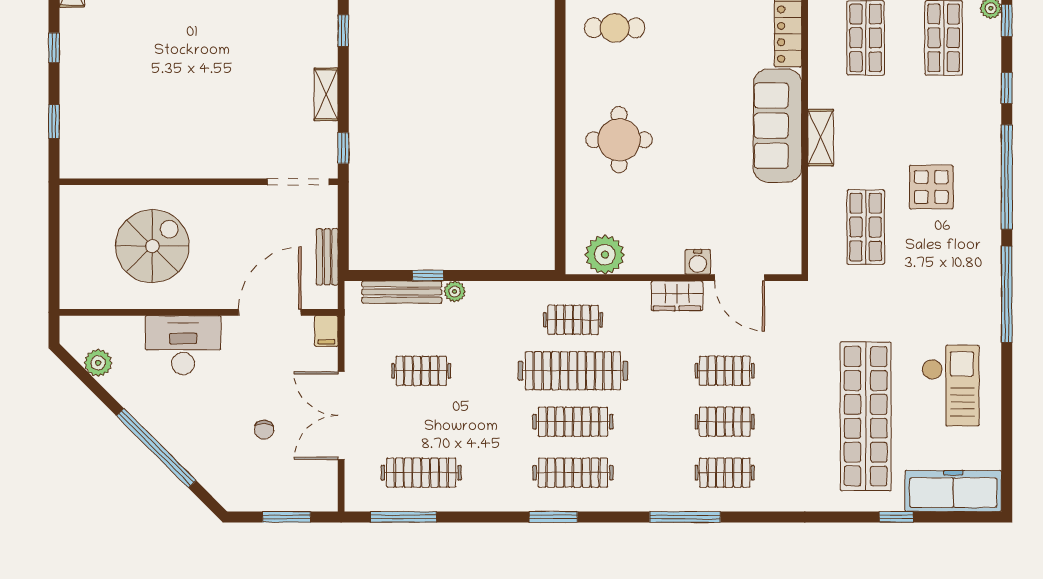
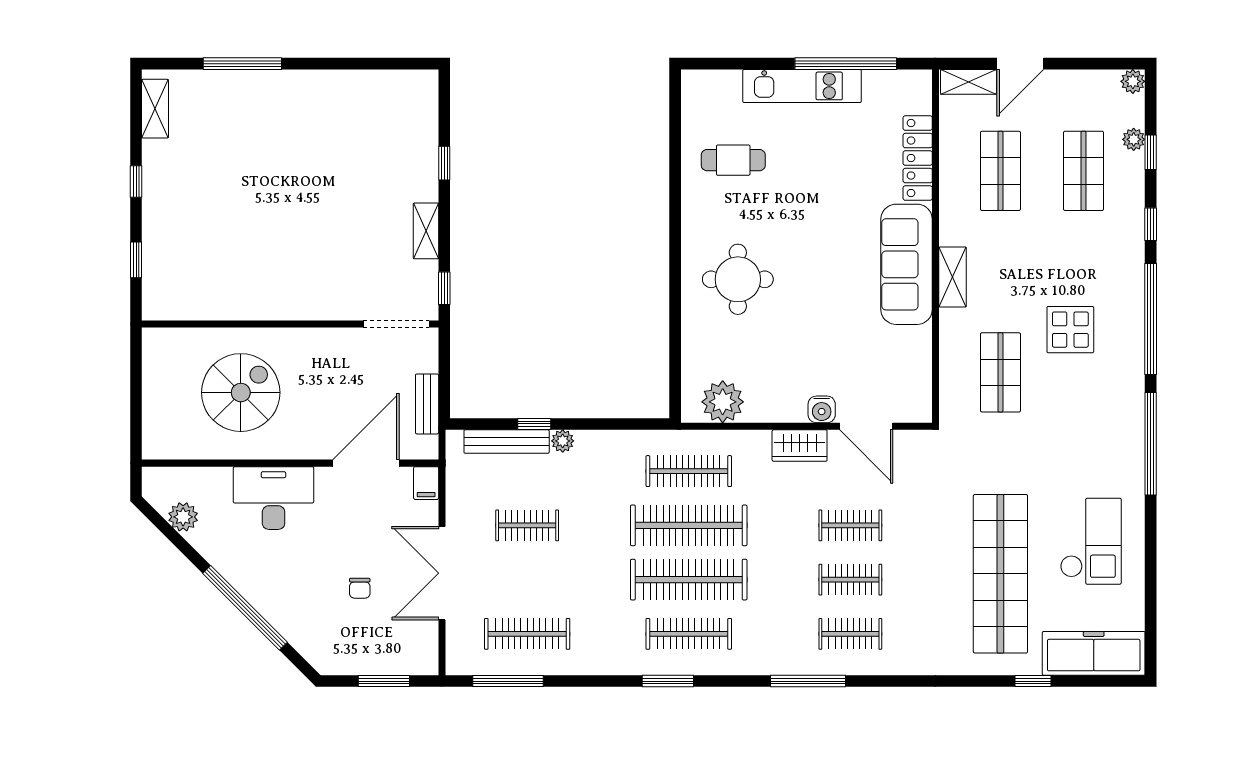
clothes rail: (573, 320) -> (689, 471), width x1.36
clothes rail: (573, 422) -> (689, 580), width x1.37, depth x1.31

